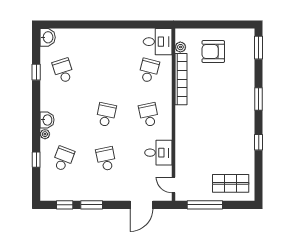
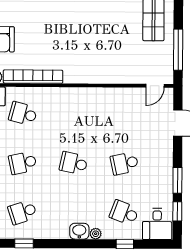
school desk: (149, 115) -> (23, 163), moved
desk: (158, 153) -> (157, 224), moved, turned 180

